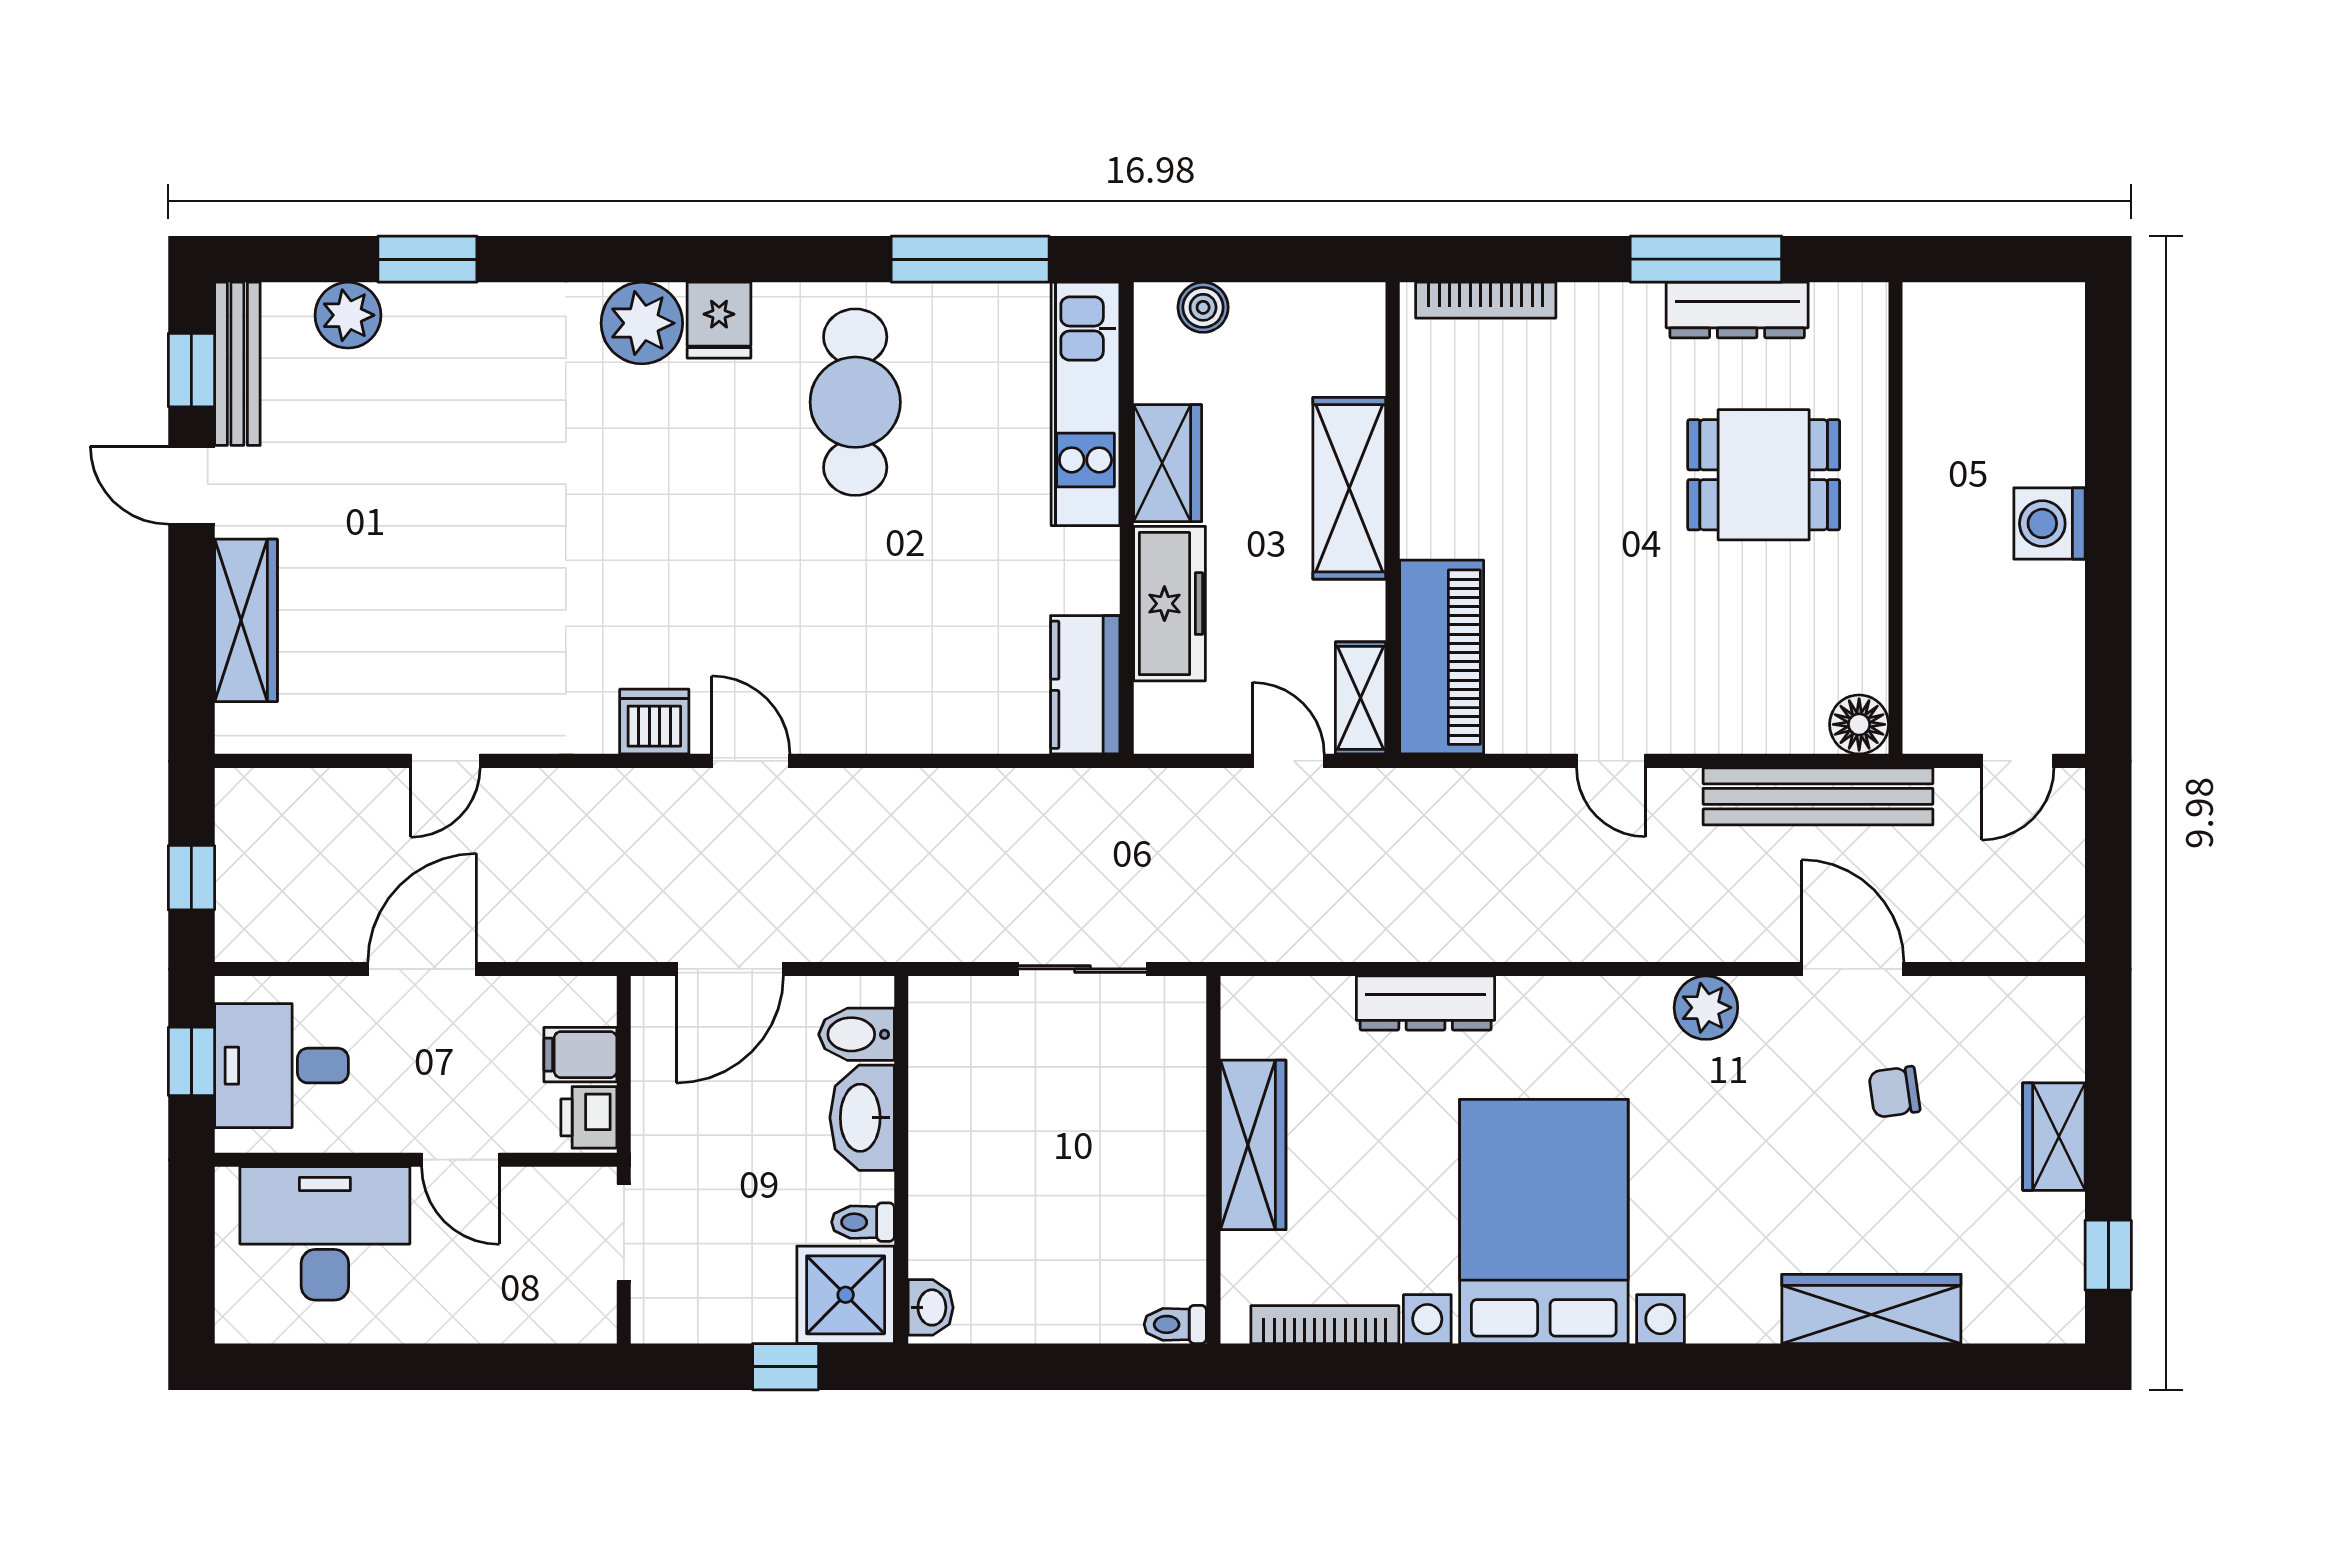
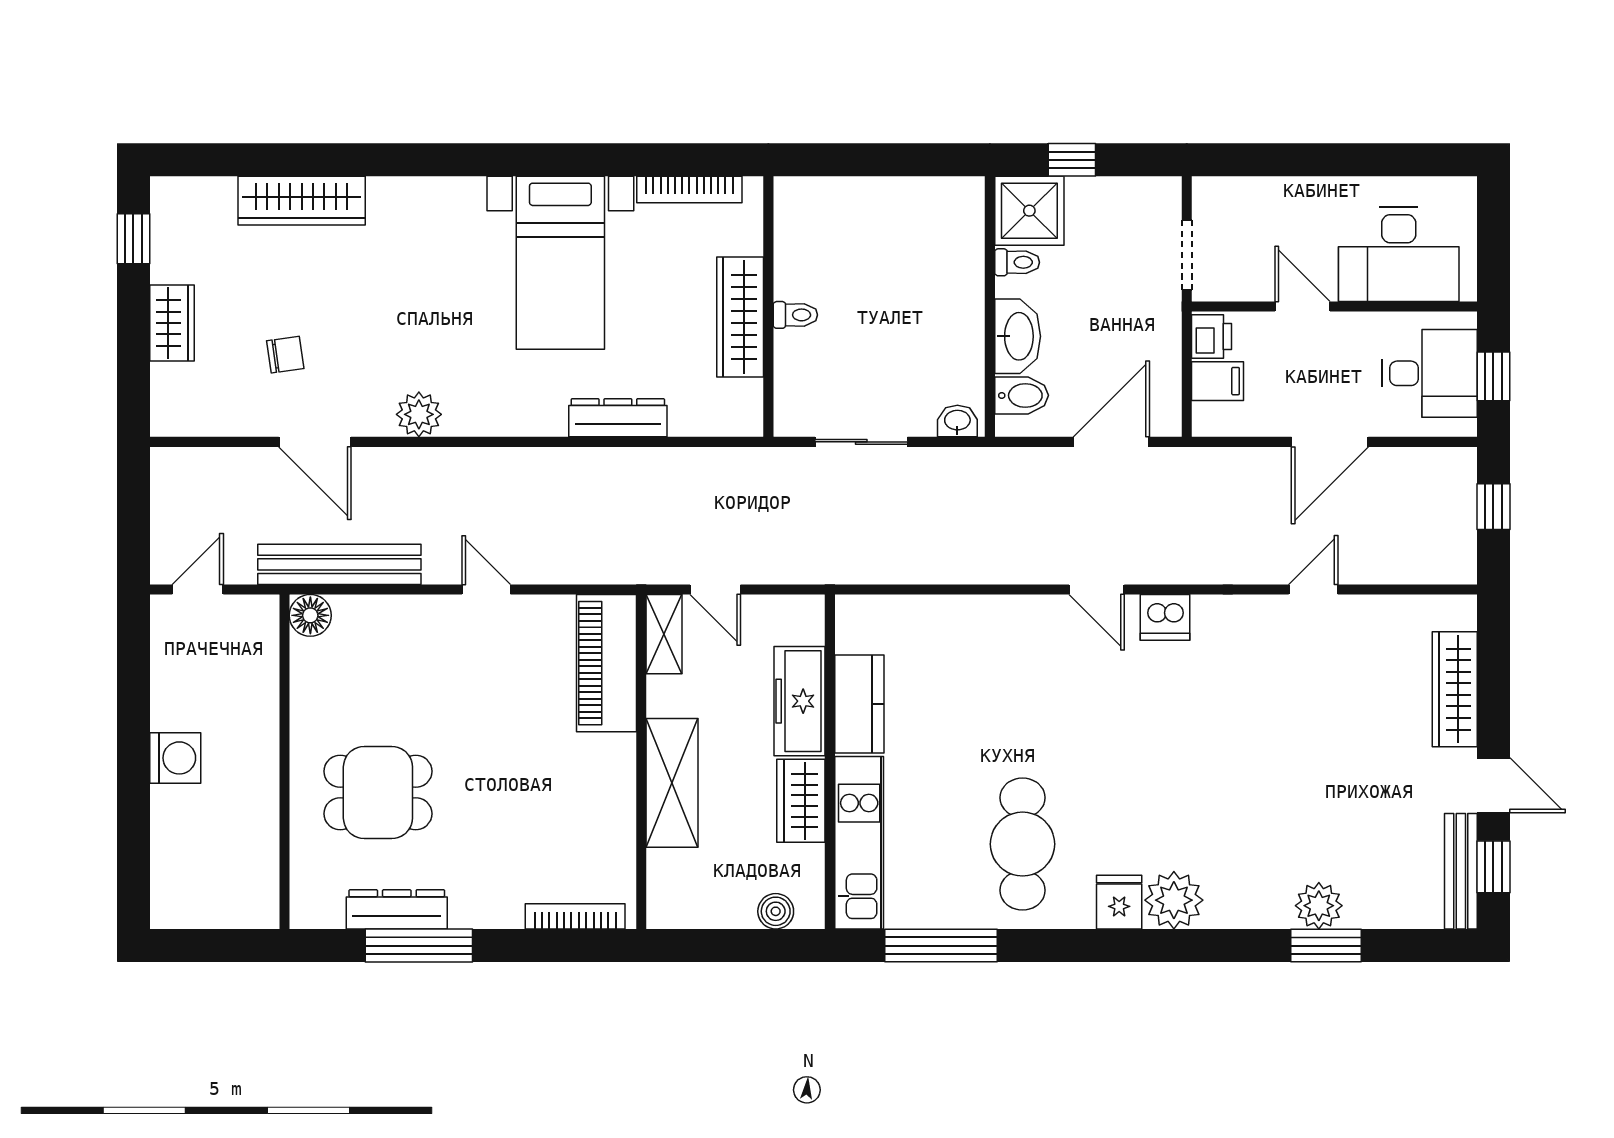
plant: (348, 315) -> (1319, 906), moved
kitchen counter: (1085, 685) -> (859, 704), moved
bed with nightstands: (1544, 1221) -> (560, 263), width x0.73
washbasin: (931, 1307) -> (957, 421), moved, turned 90
toilet: (1175, 1324) -> (795, 315), moved

